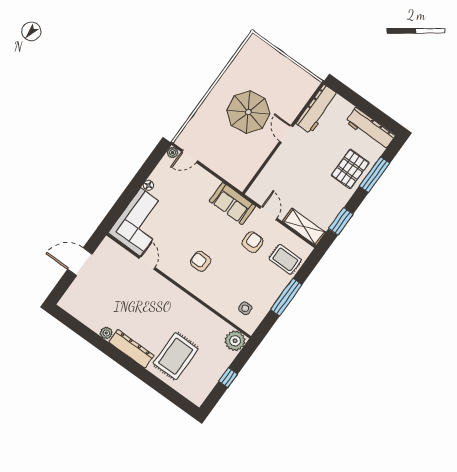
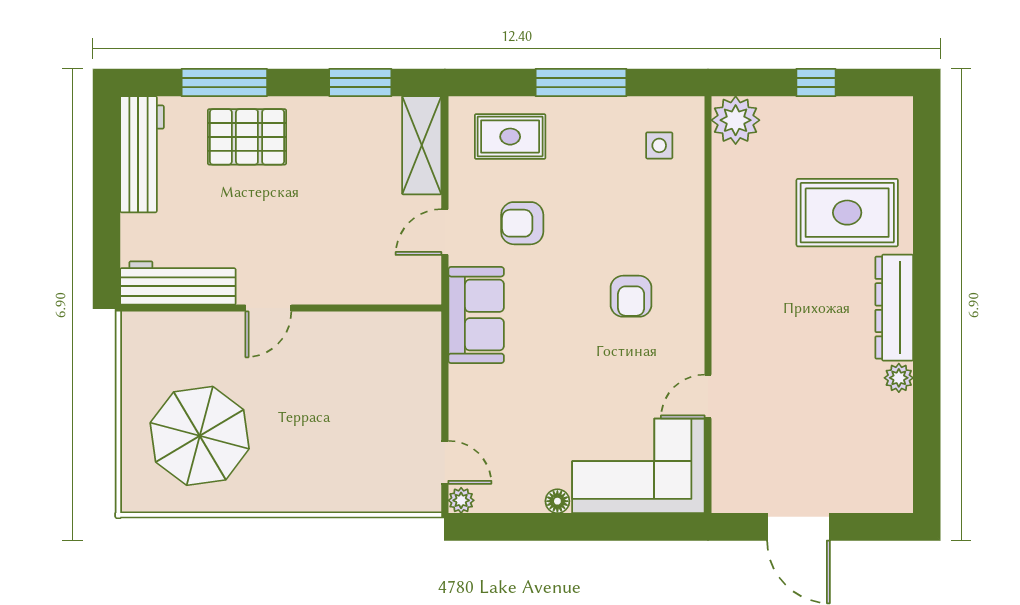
parasol: (248, 112) -> (200, 436), moved
rug: (285, 259) -> (510, 137), turned 90

